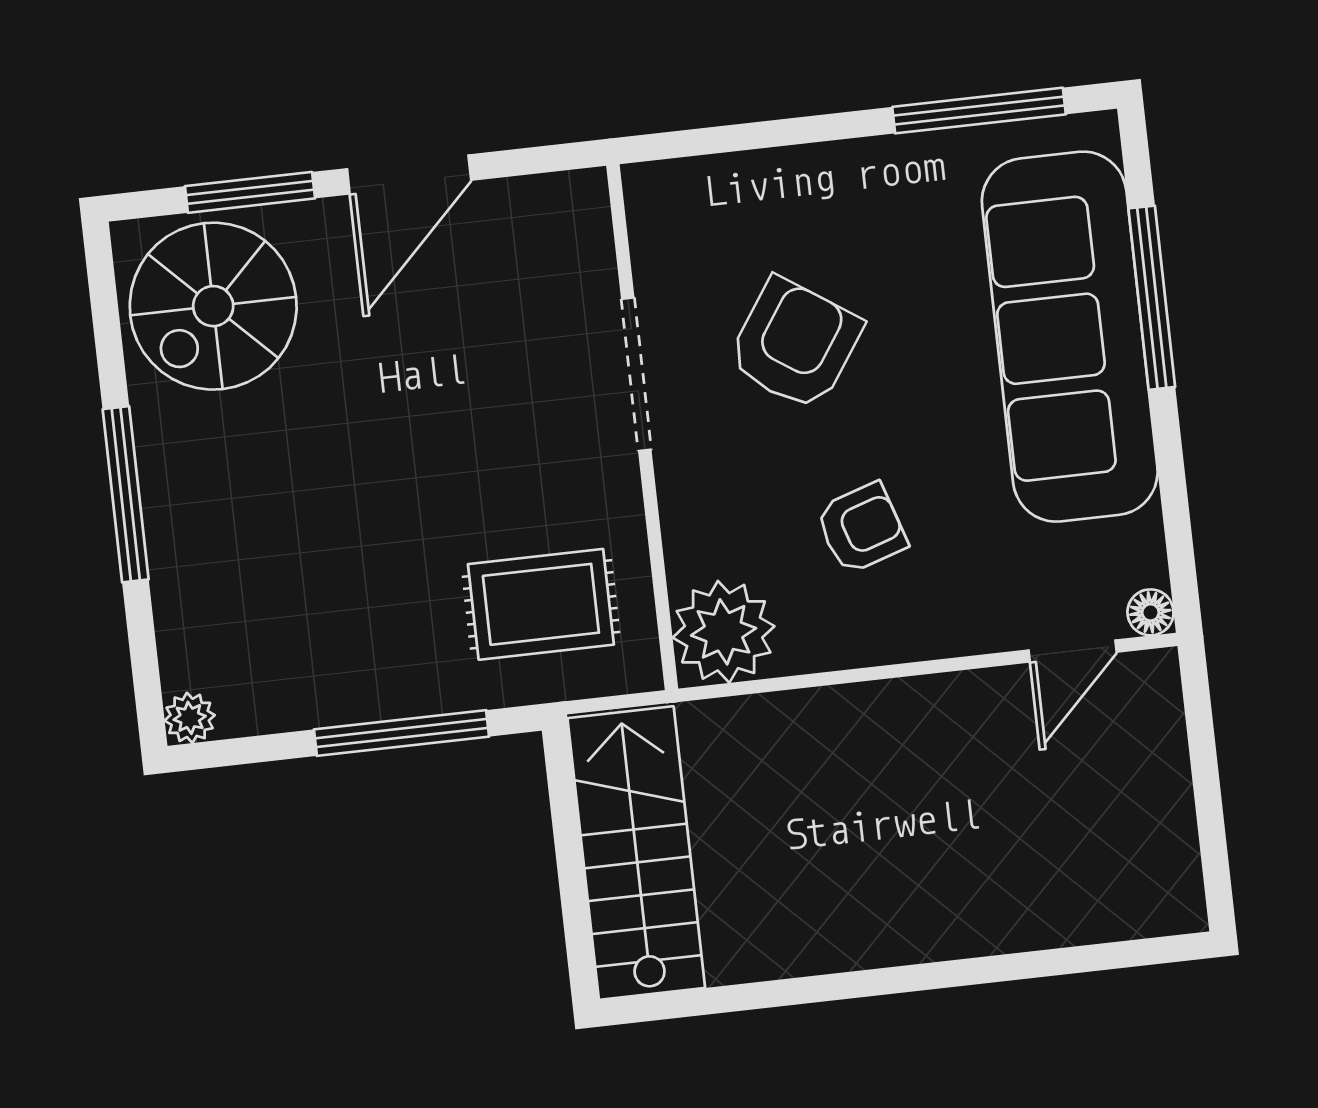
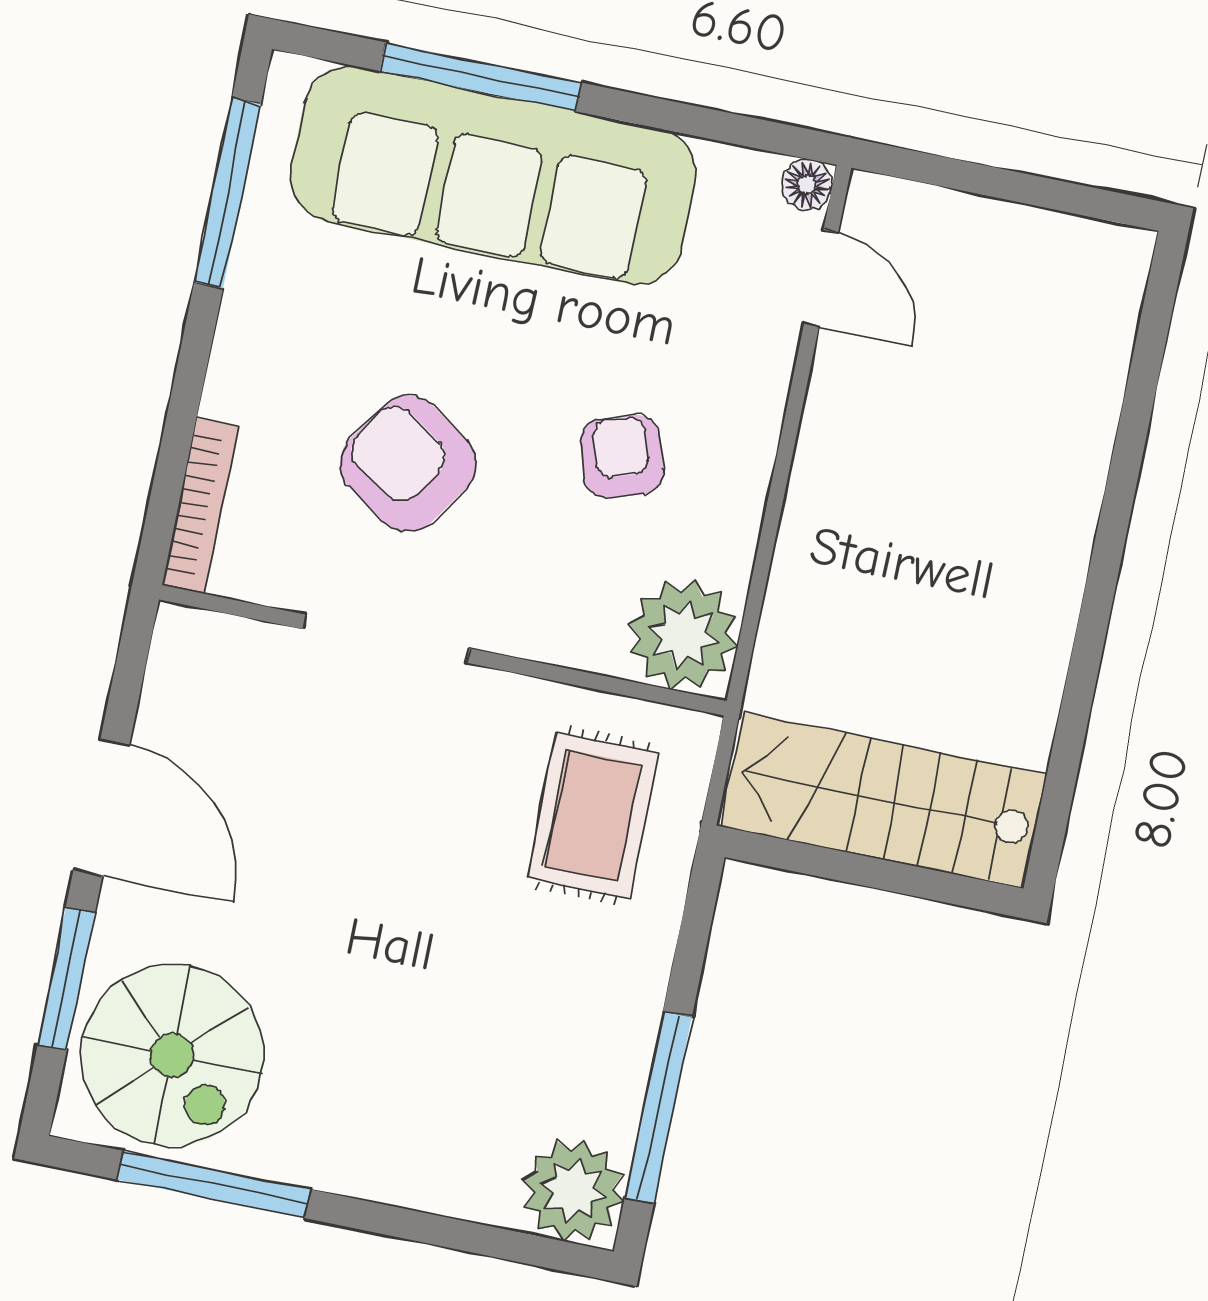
bookcase: (699, 176) -> (201, 506), added
window: (126, 494) -> (213, 1184), moved
plant: (190, 718) -> (573, 1190), width x1.88, depth x1.88
window: (401, 733) -> (658, 1107), moved

